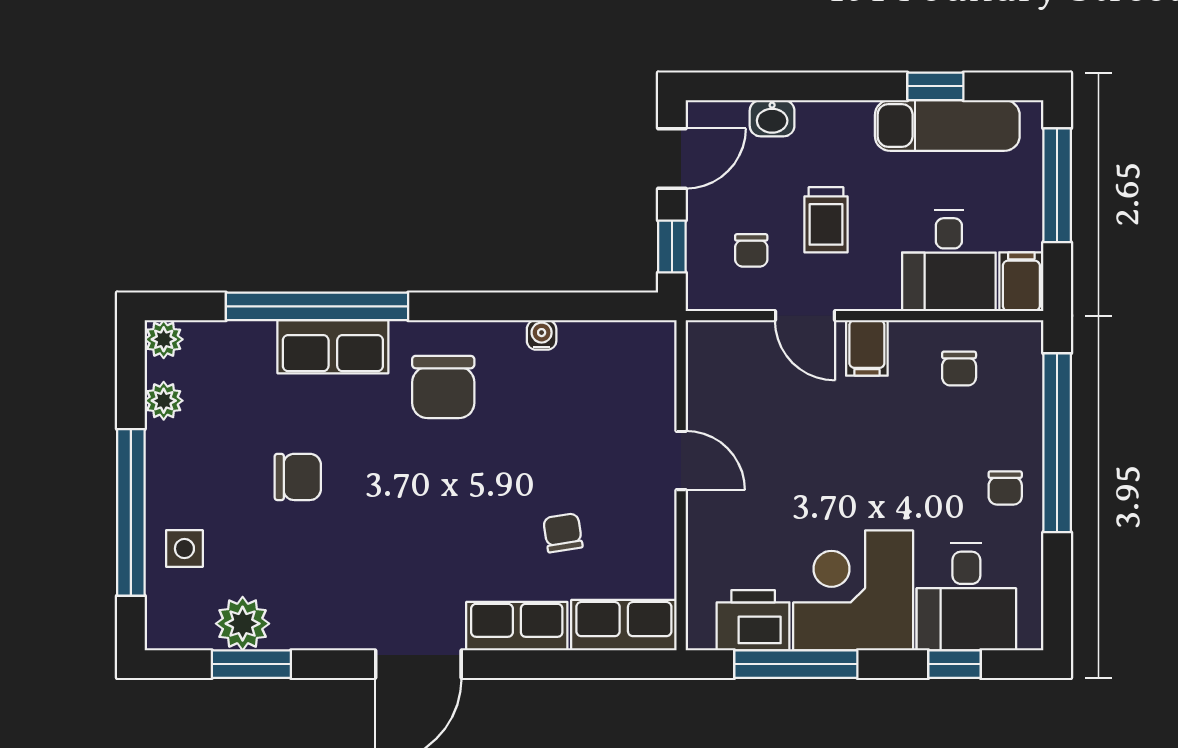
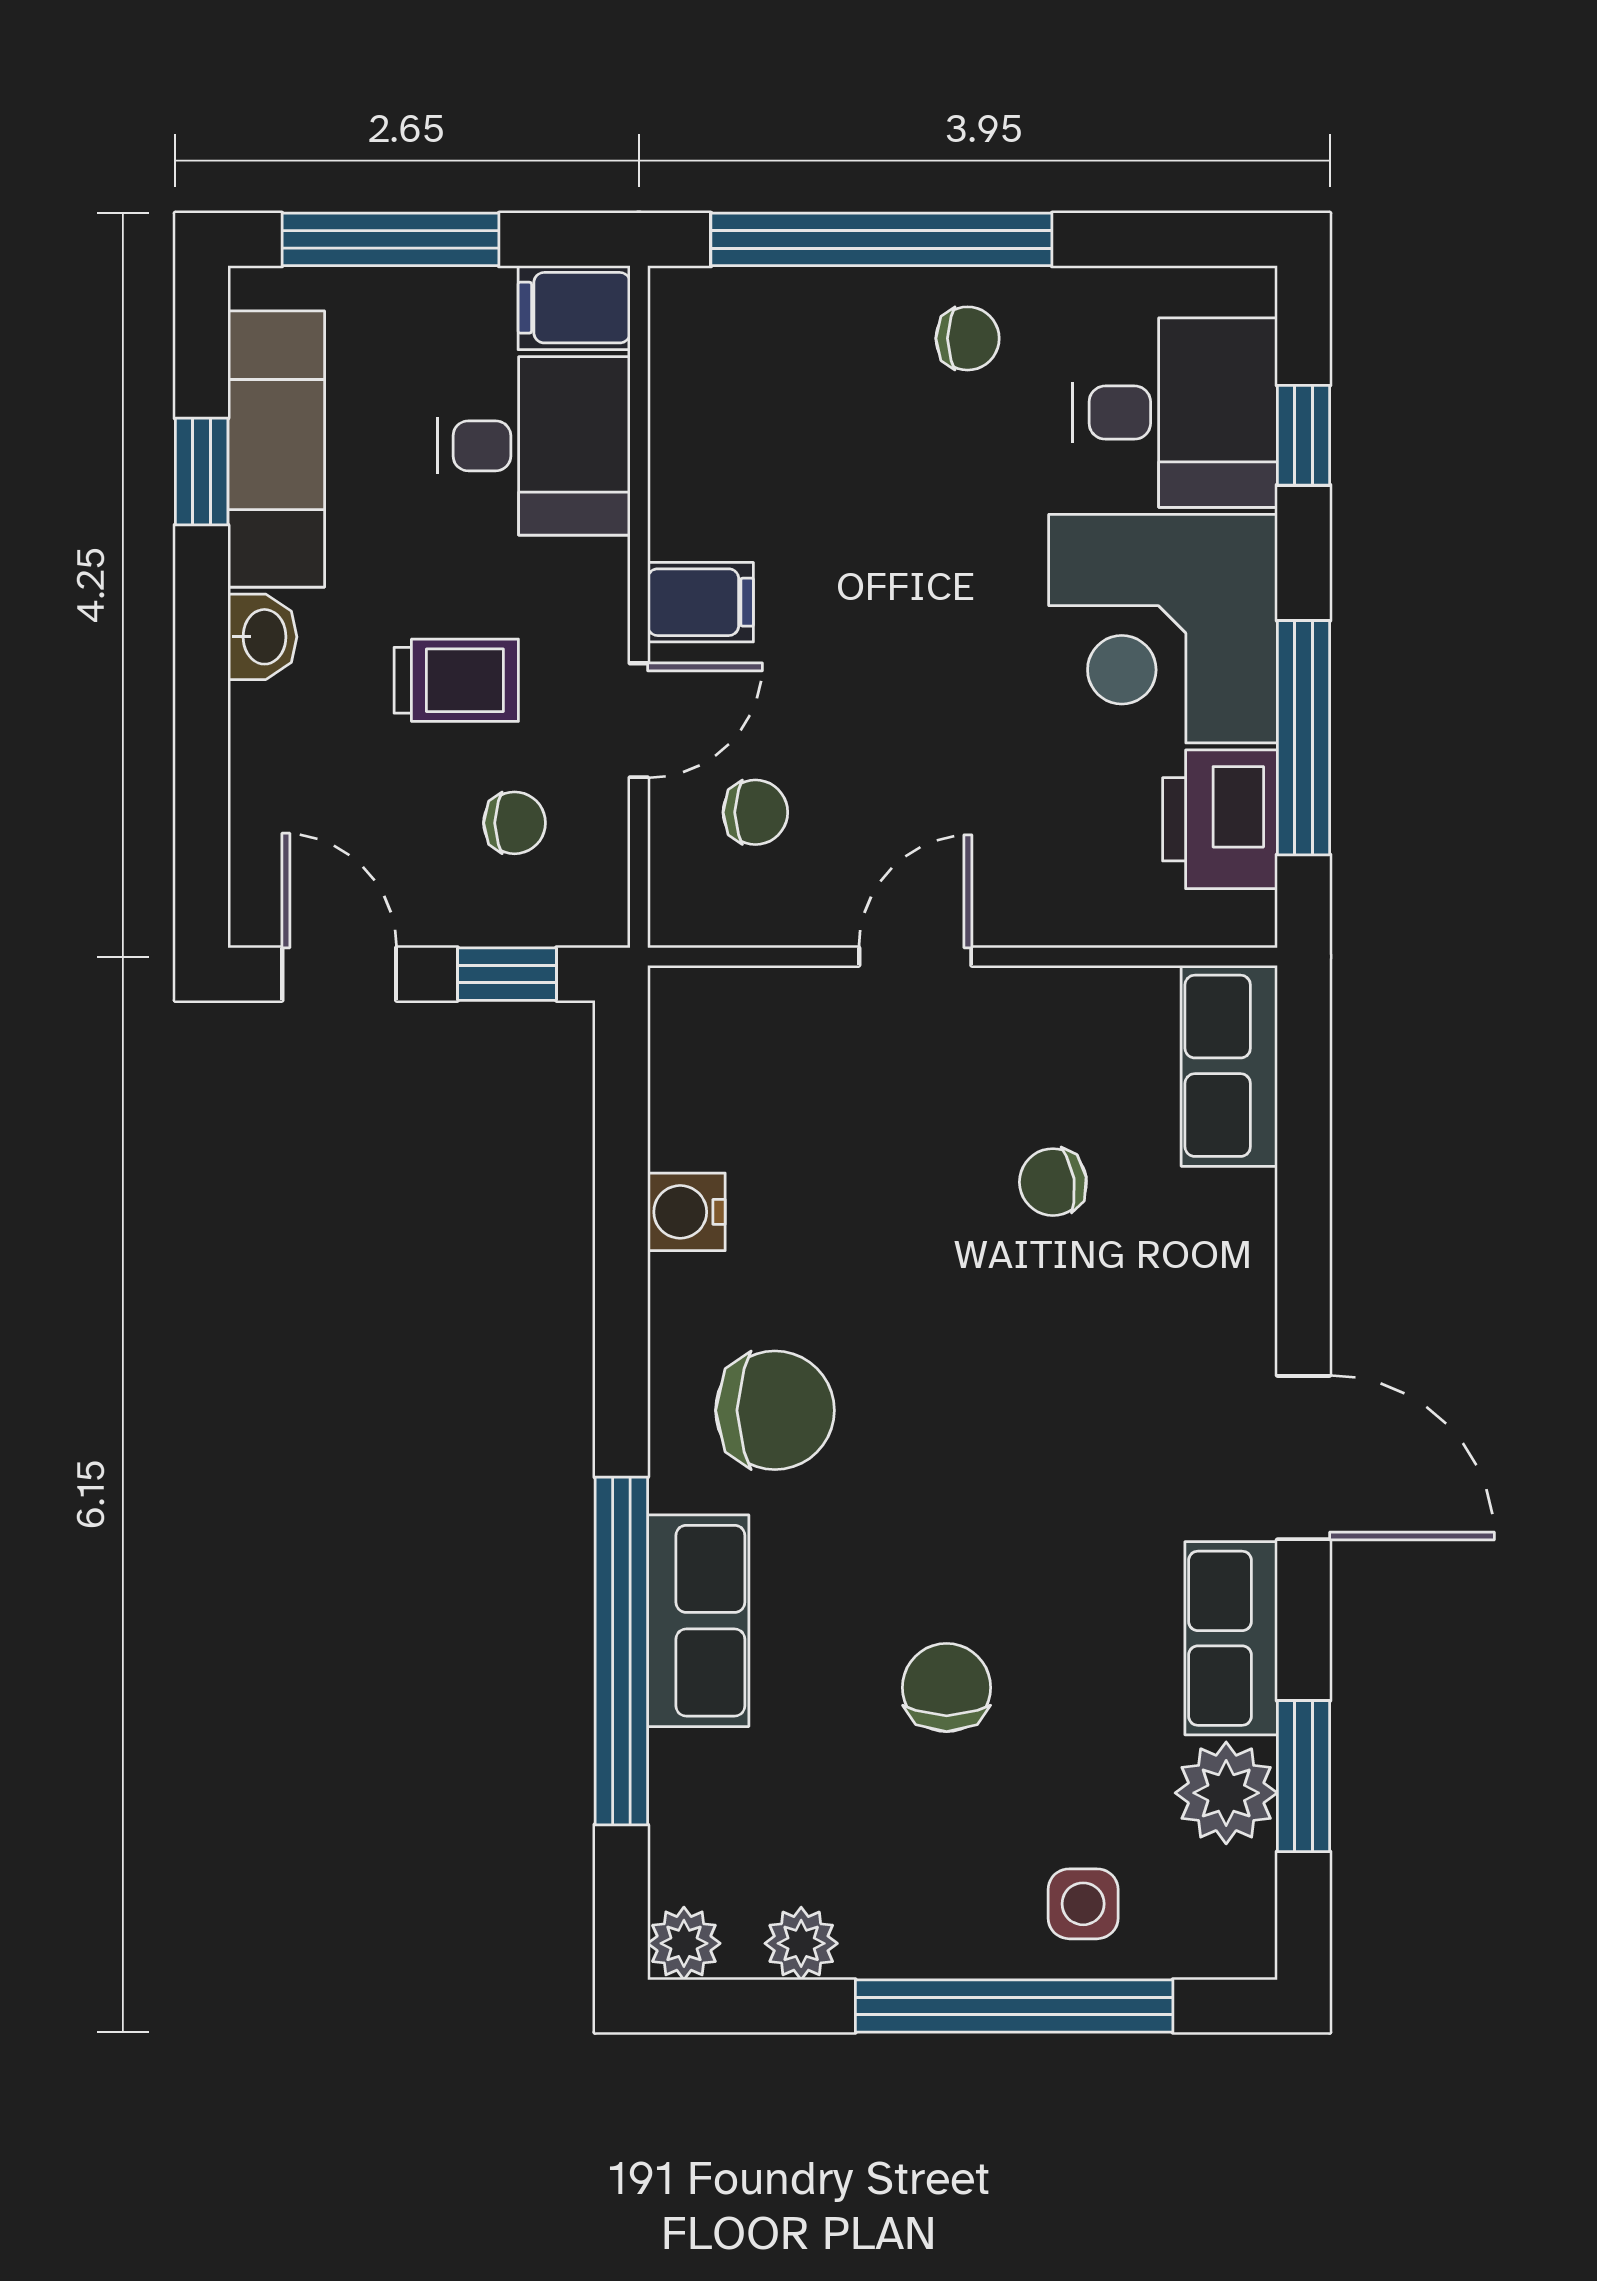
washbasin: (772, 118) -> (262, 637), moved
water cooler: (542, 335) -> (686, 1212), width x1.38, depth x1.38
chair: (959, 369) -> (755, 812), moved
row of seats: (517, 626) -> (1231, 1638), moved

